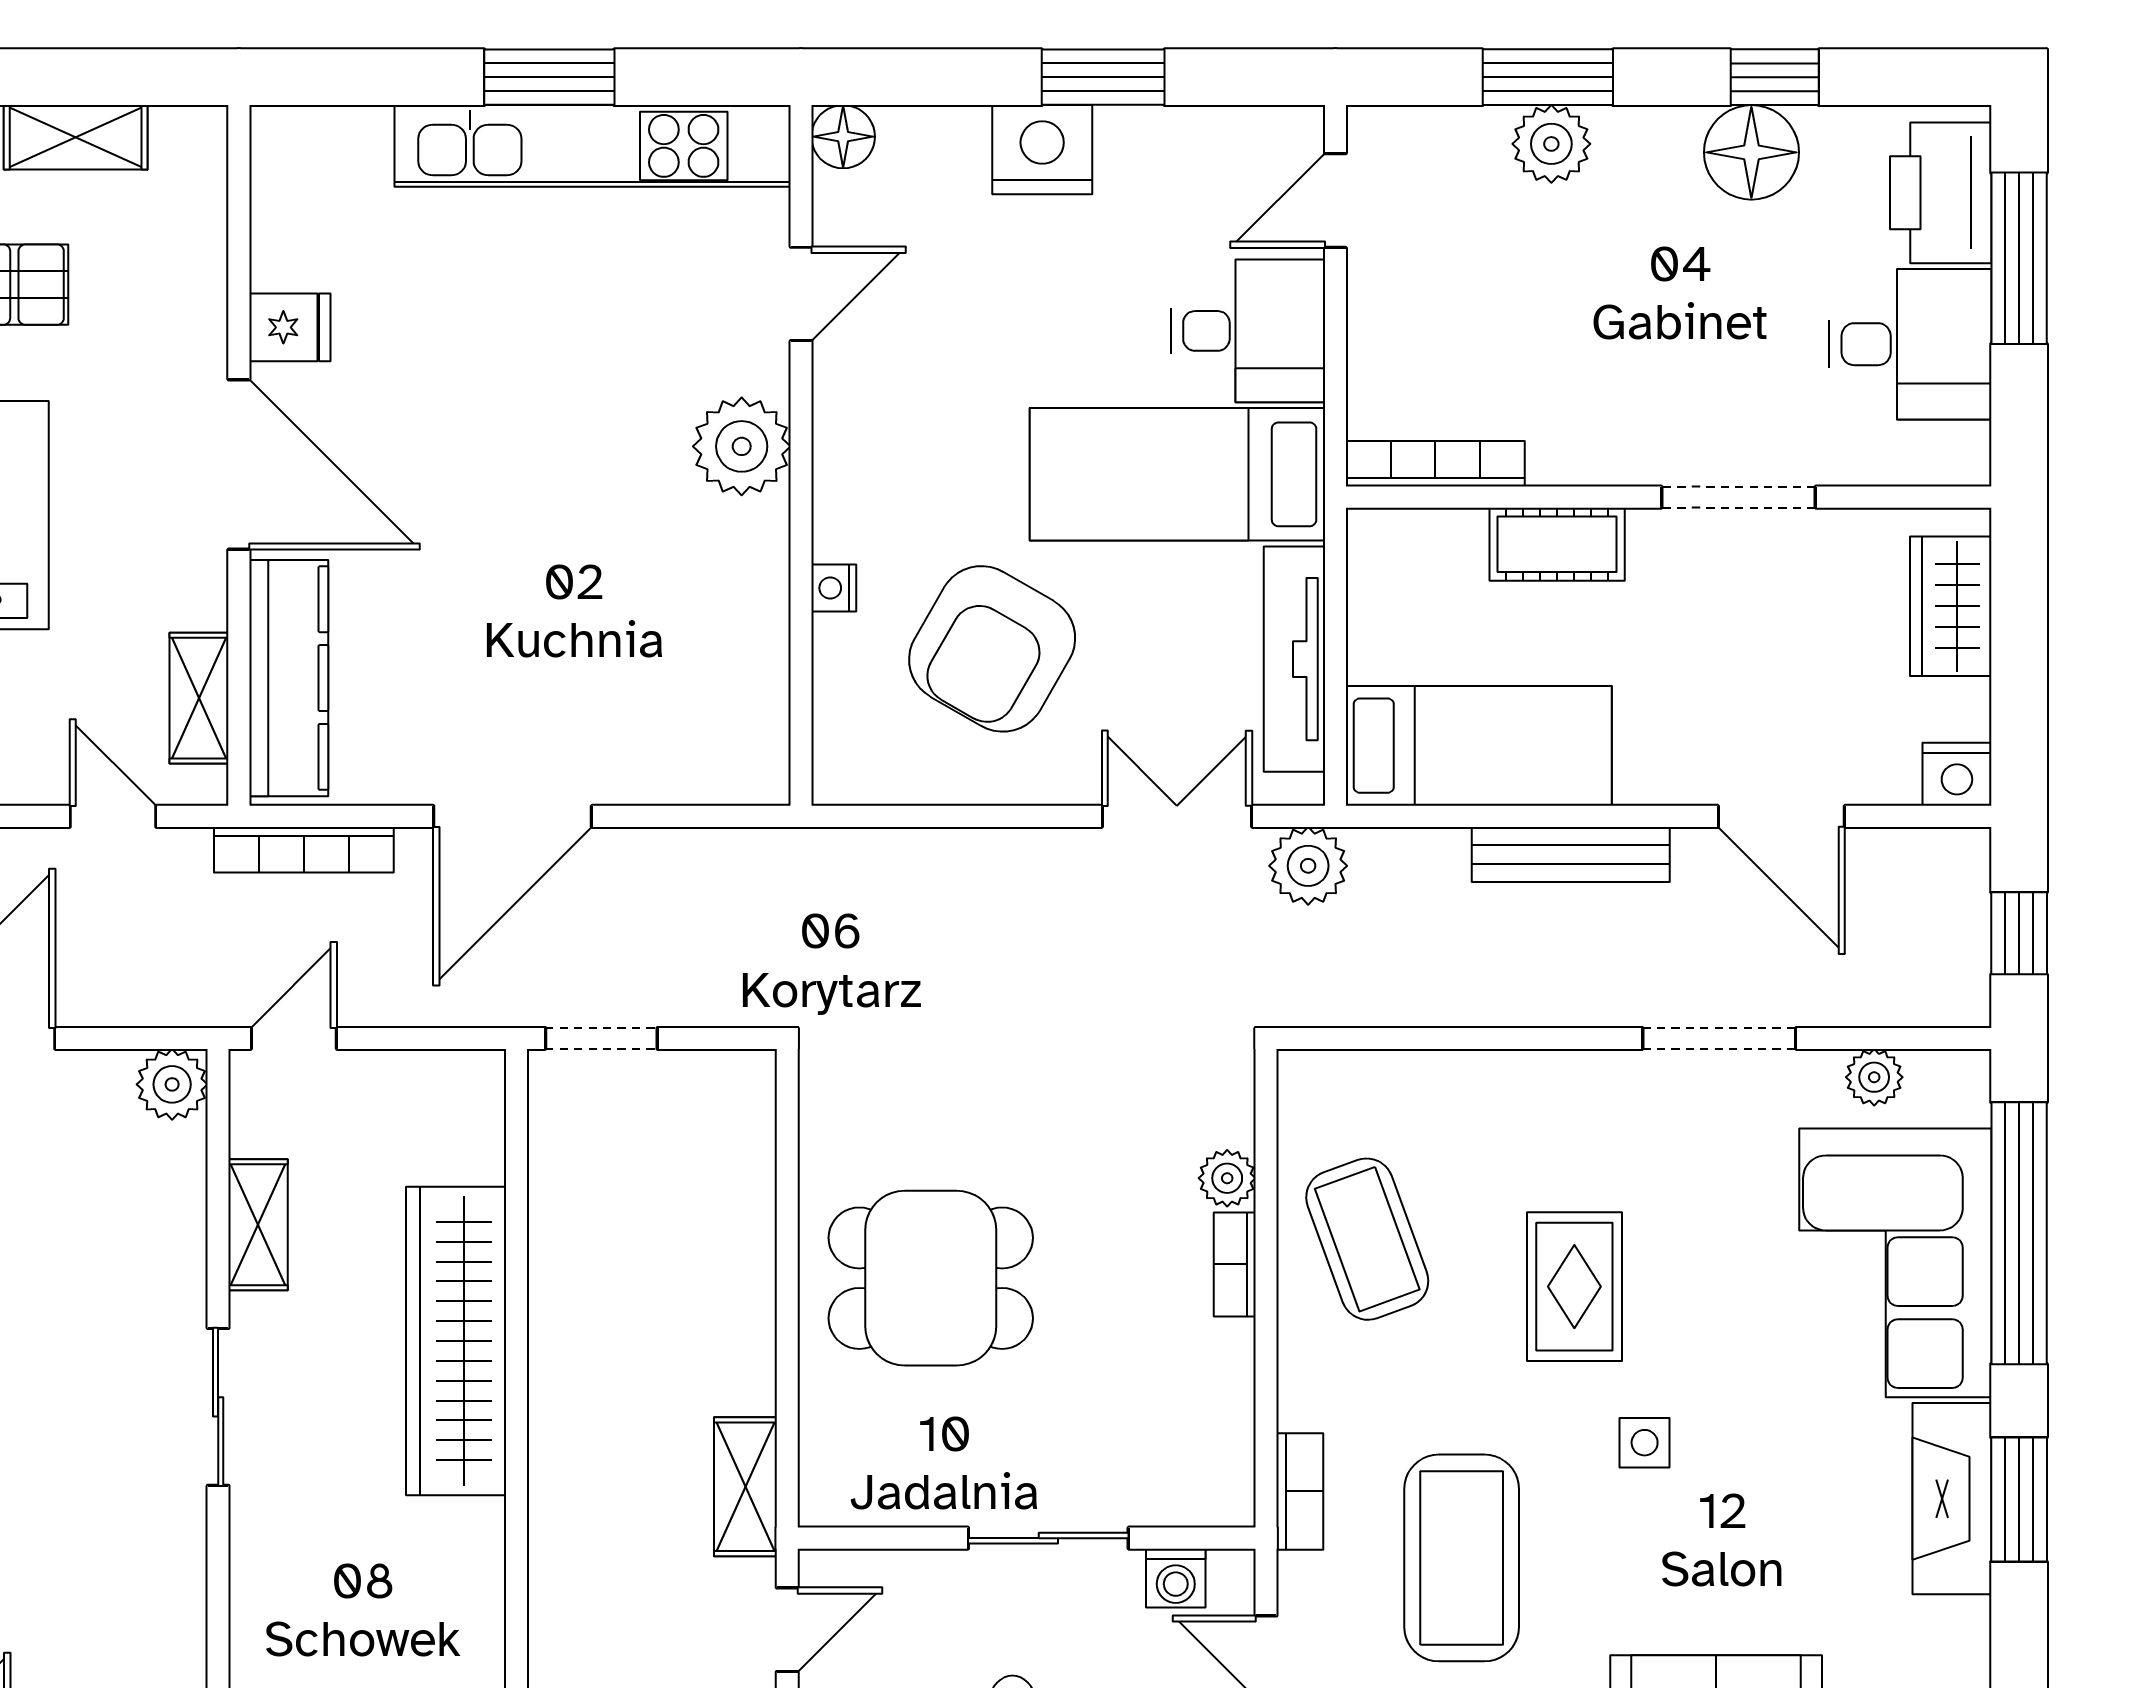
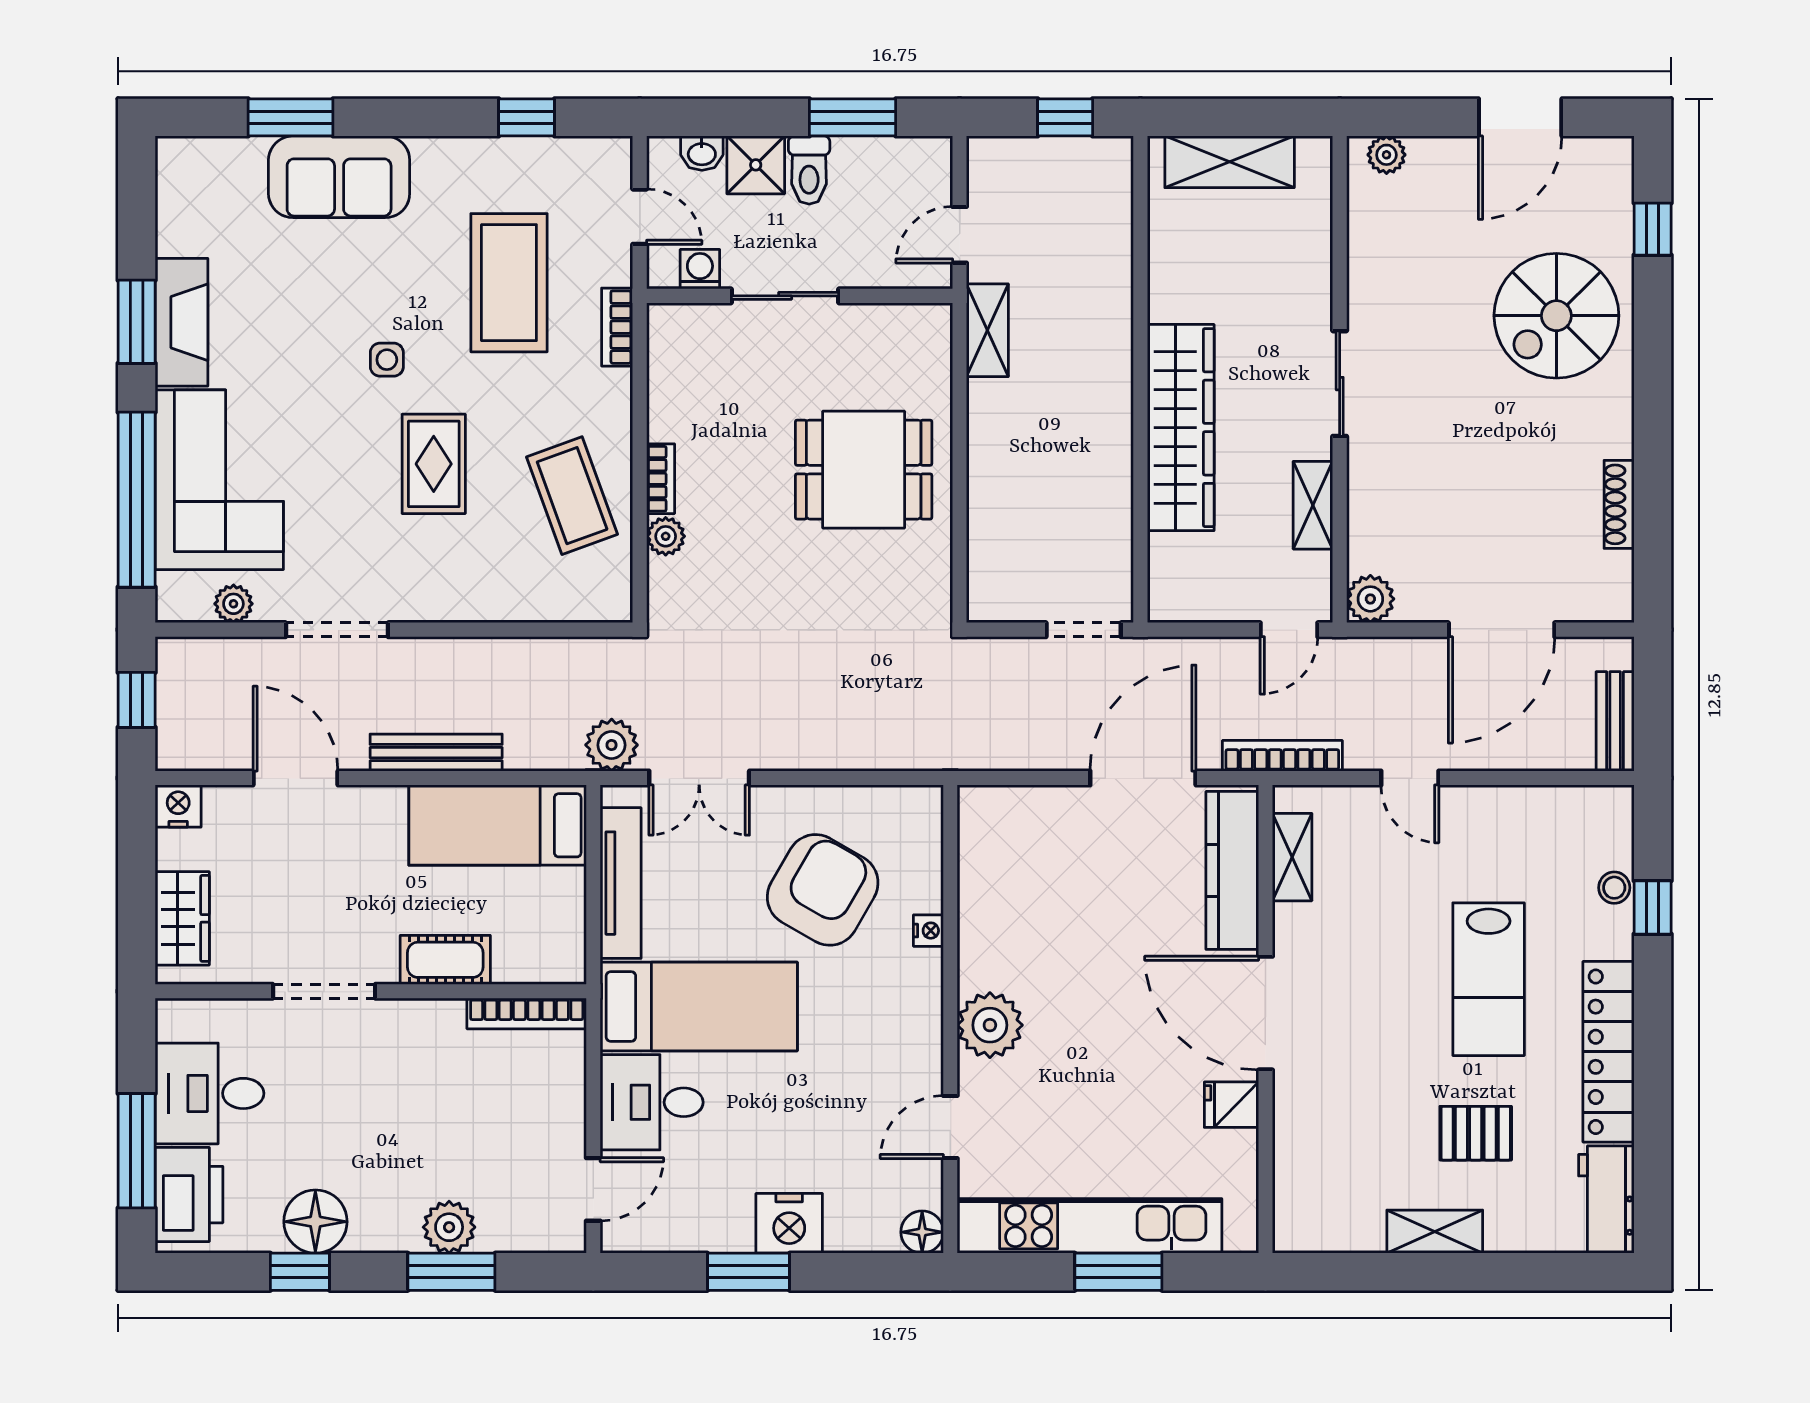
fridge: (290, 327) -> (1231, 1105), moved
wall: (239, 455) -> (1265, 1019), moved
door: (239, 464) -> (1265, 1013), moved
kitchen counter: (289, 678) -> (1232, 870), moved
shelving: (199, 698) -> (1292, 857), moved

